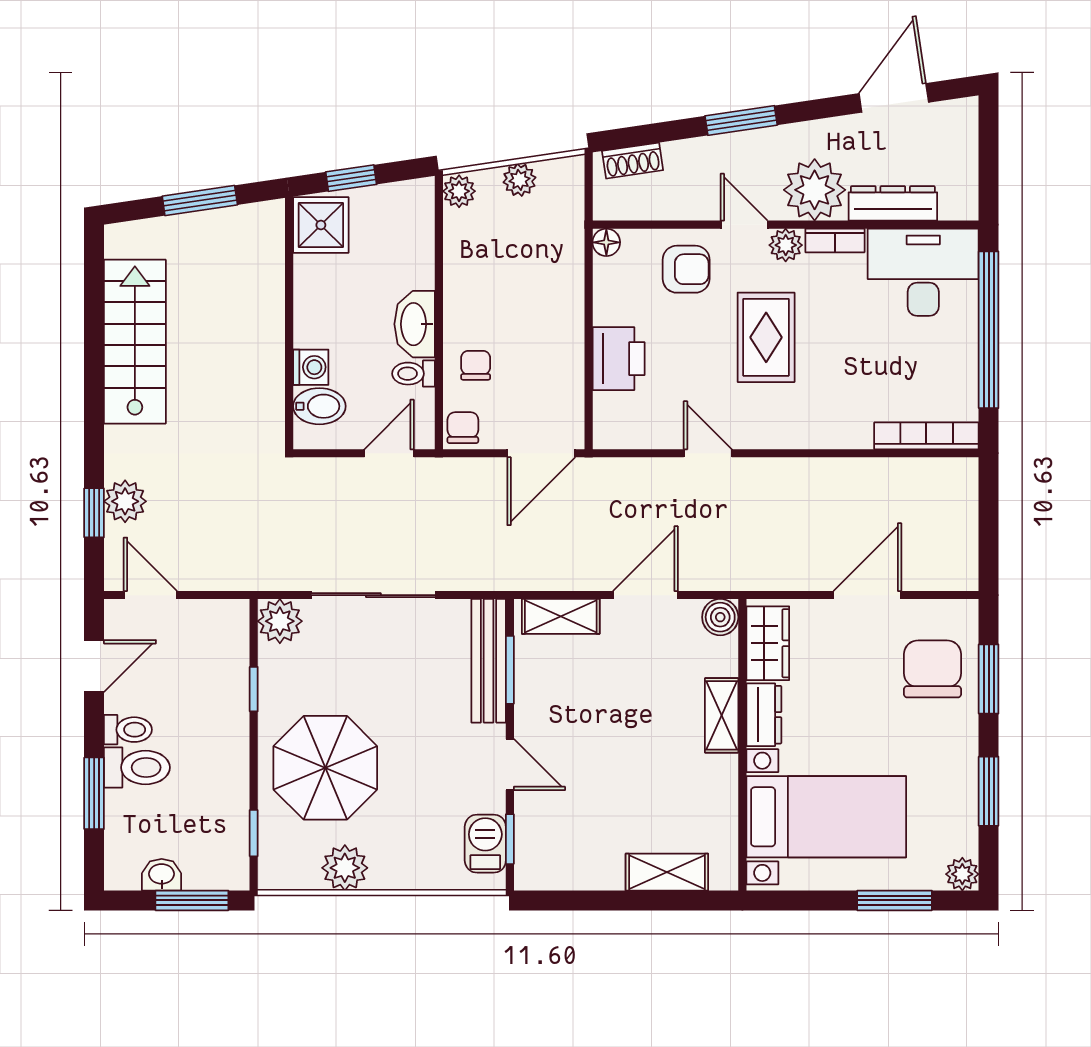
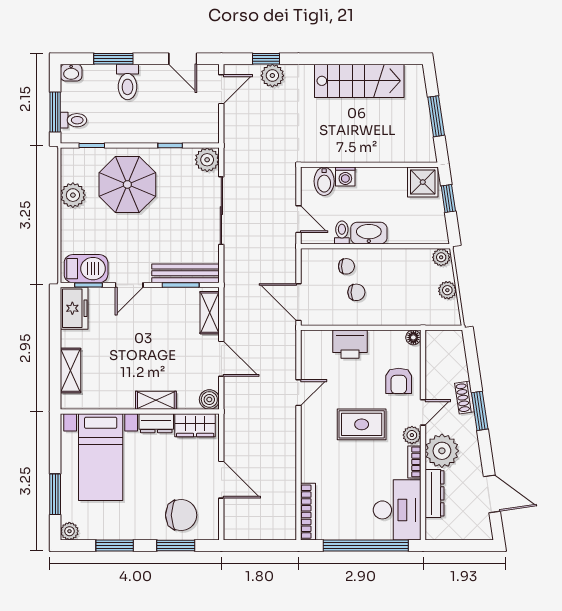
shoe rack: (633, 161) -> (465, 397), moved
chair: (463, 428) -> (356, 292), moved
toilet: (128, 730) -> (74, 120), moved, turned -90
barbecue: (485, 844) -> (86, 269), width x1.38, depth x1.27
freezer: (553, 865) -> (74, 308), added
washbasin: (162, 875) -> (71, 73), moved, turned 90

